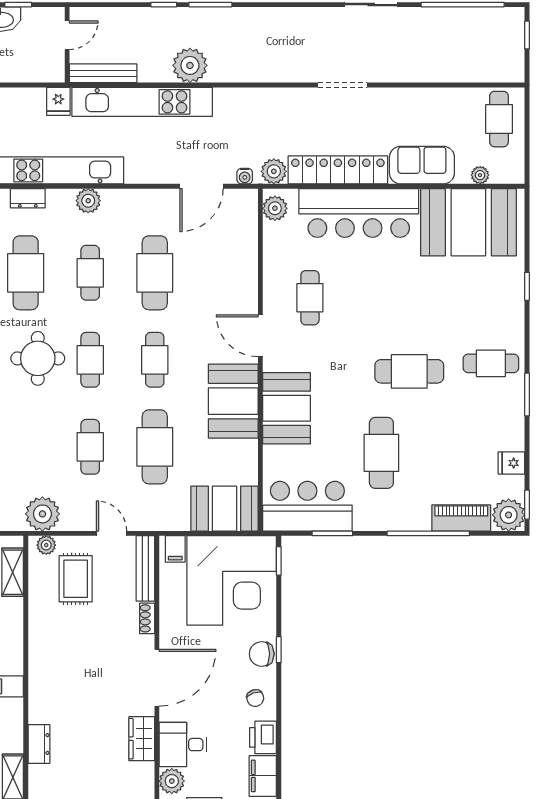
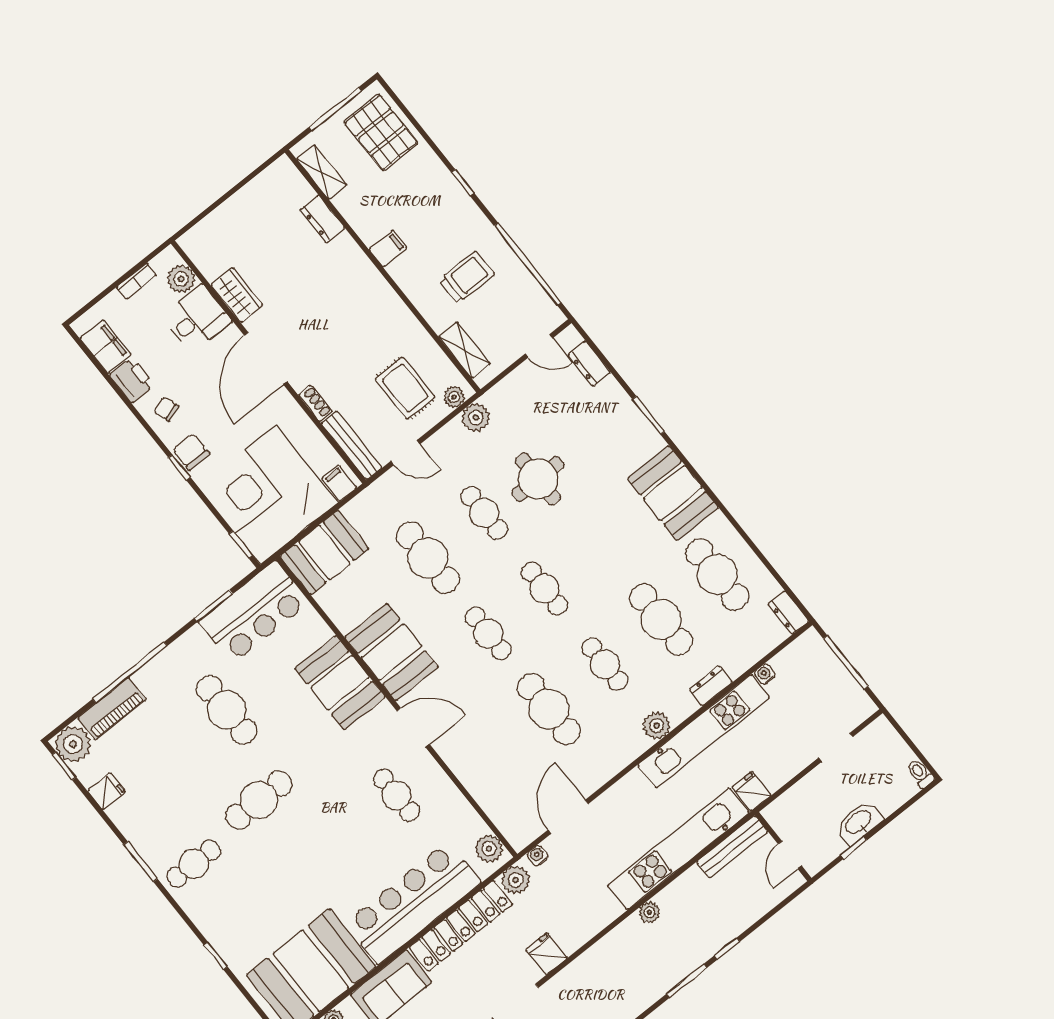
plant: (190, 65) -> (649, 912), width x0.53, depth x0.53
fridge: (293, 102) -> (547, 954), added
round table: (38, 358) -> (538, 479), moved
plant: (42, 514) -> (476, 418), width x0.73, depth x0.73
chair: (262, 654) -> (191, 452), turned -90

